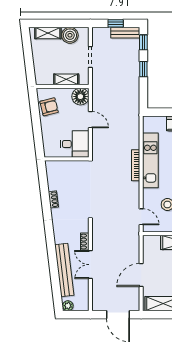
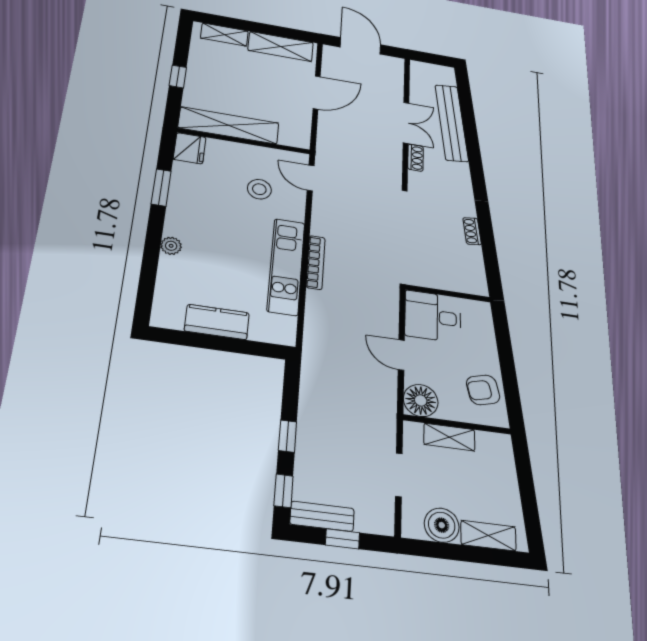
plant: (68, 306) -> (445, 73), removed

